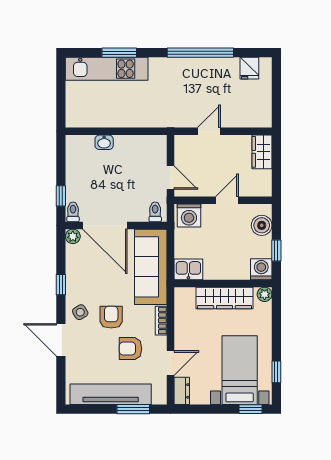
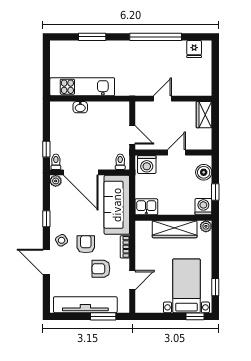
kitchen unit: (107, 69) -> (82, 87), moved, turned 180
dresser: (182, 391) -> (141, 302), removed

